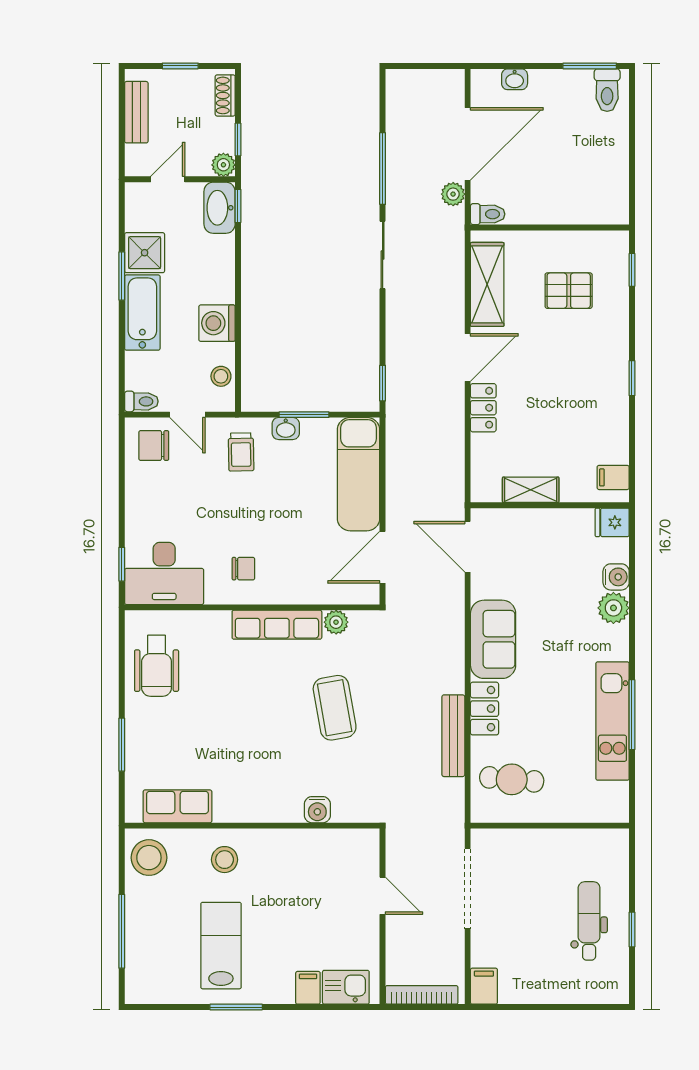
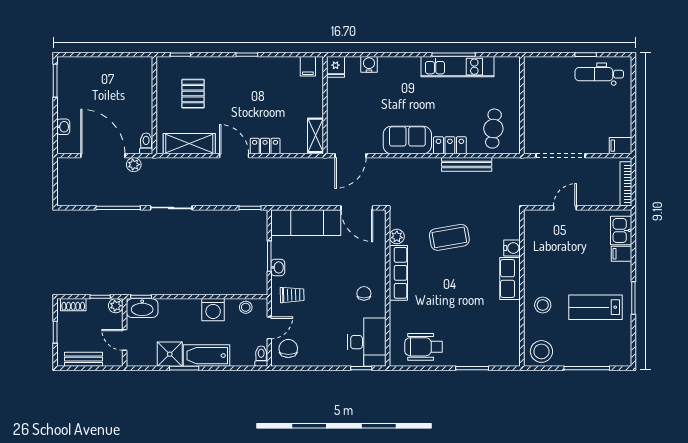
toilet: (607, 90) -> (70, 70), removed
chair: (154, 446) -> (288, 348), turned 180
shelving: (531, 490) -> (315, 135), moved
plant: (613, 608) -> (388, 66), removed
wheelchair: (157, 666) -> (424, 347), turned 180
row of seats: (177, 806) -> (510, 279), moved
dental chair: (589, 921) -> (599, 74), moved

